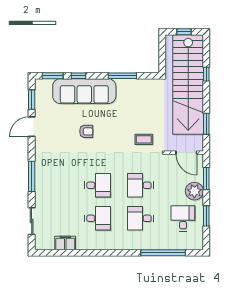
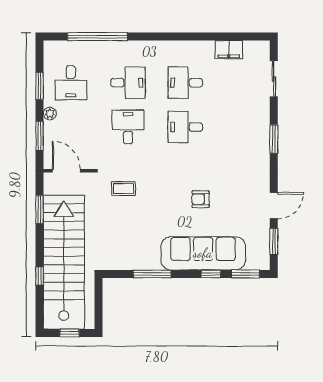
window: (32, 176) -> (274, 139), width x0.69
desk: (140, 185) -> (128, 127), turned -90
plant: (194, 191) -> (50, 113), width x0.53, depth x0.53

